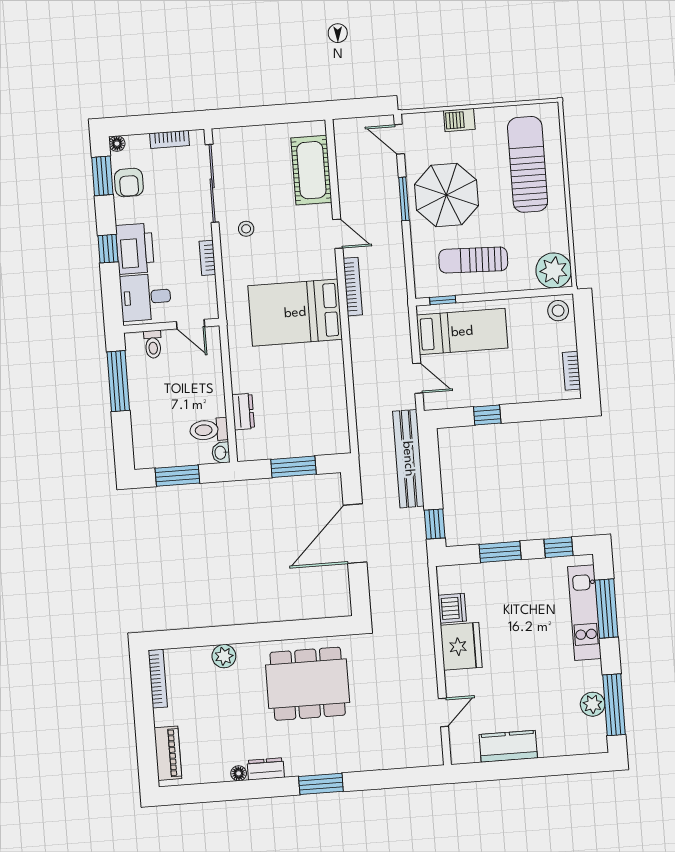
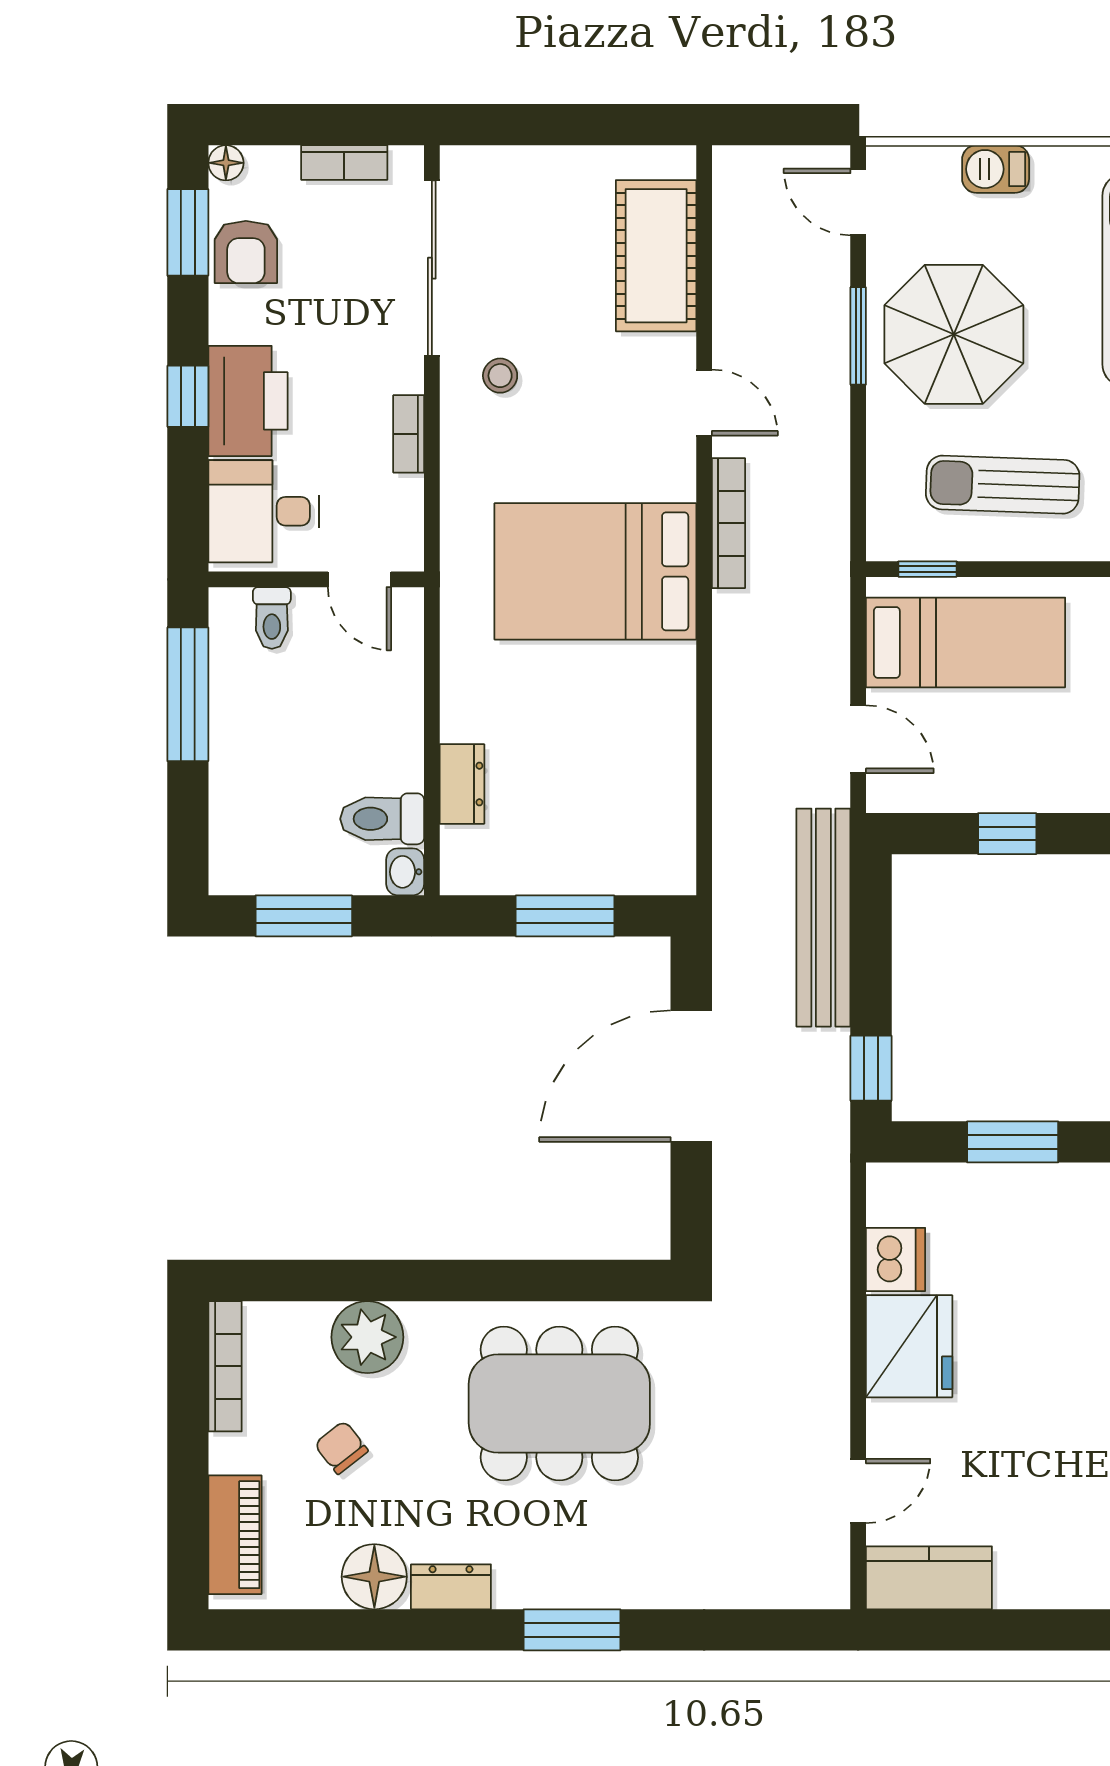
plant: (224, 656) -> (367, 1337), width x1.36, depth x1.36
chair: (212, 711) -> (341, 1447), added
kitchen counter: (508, 746) -> (929, 1578), moved
floor lamp: (239, 773) -> (374, 1577), width x1.89, depth x1.89

